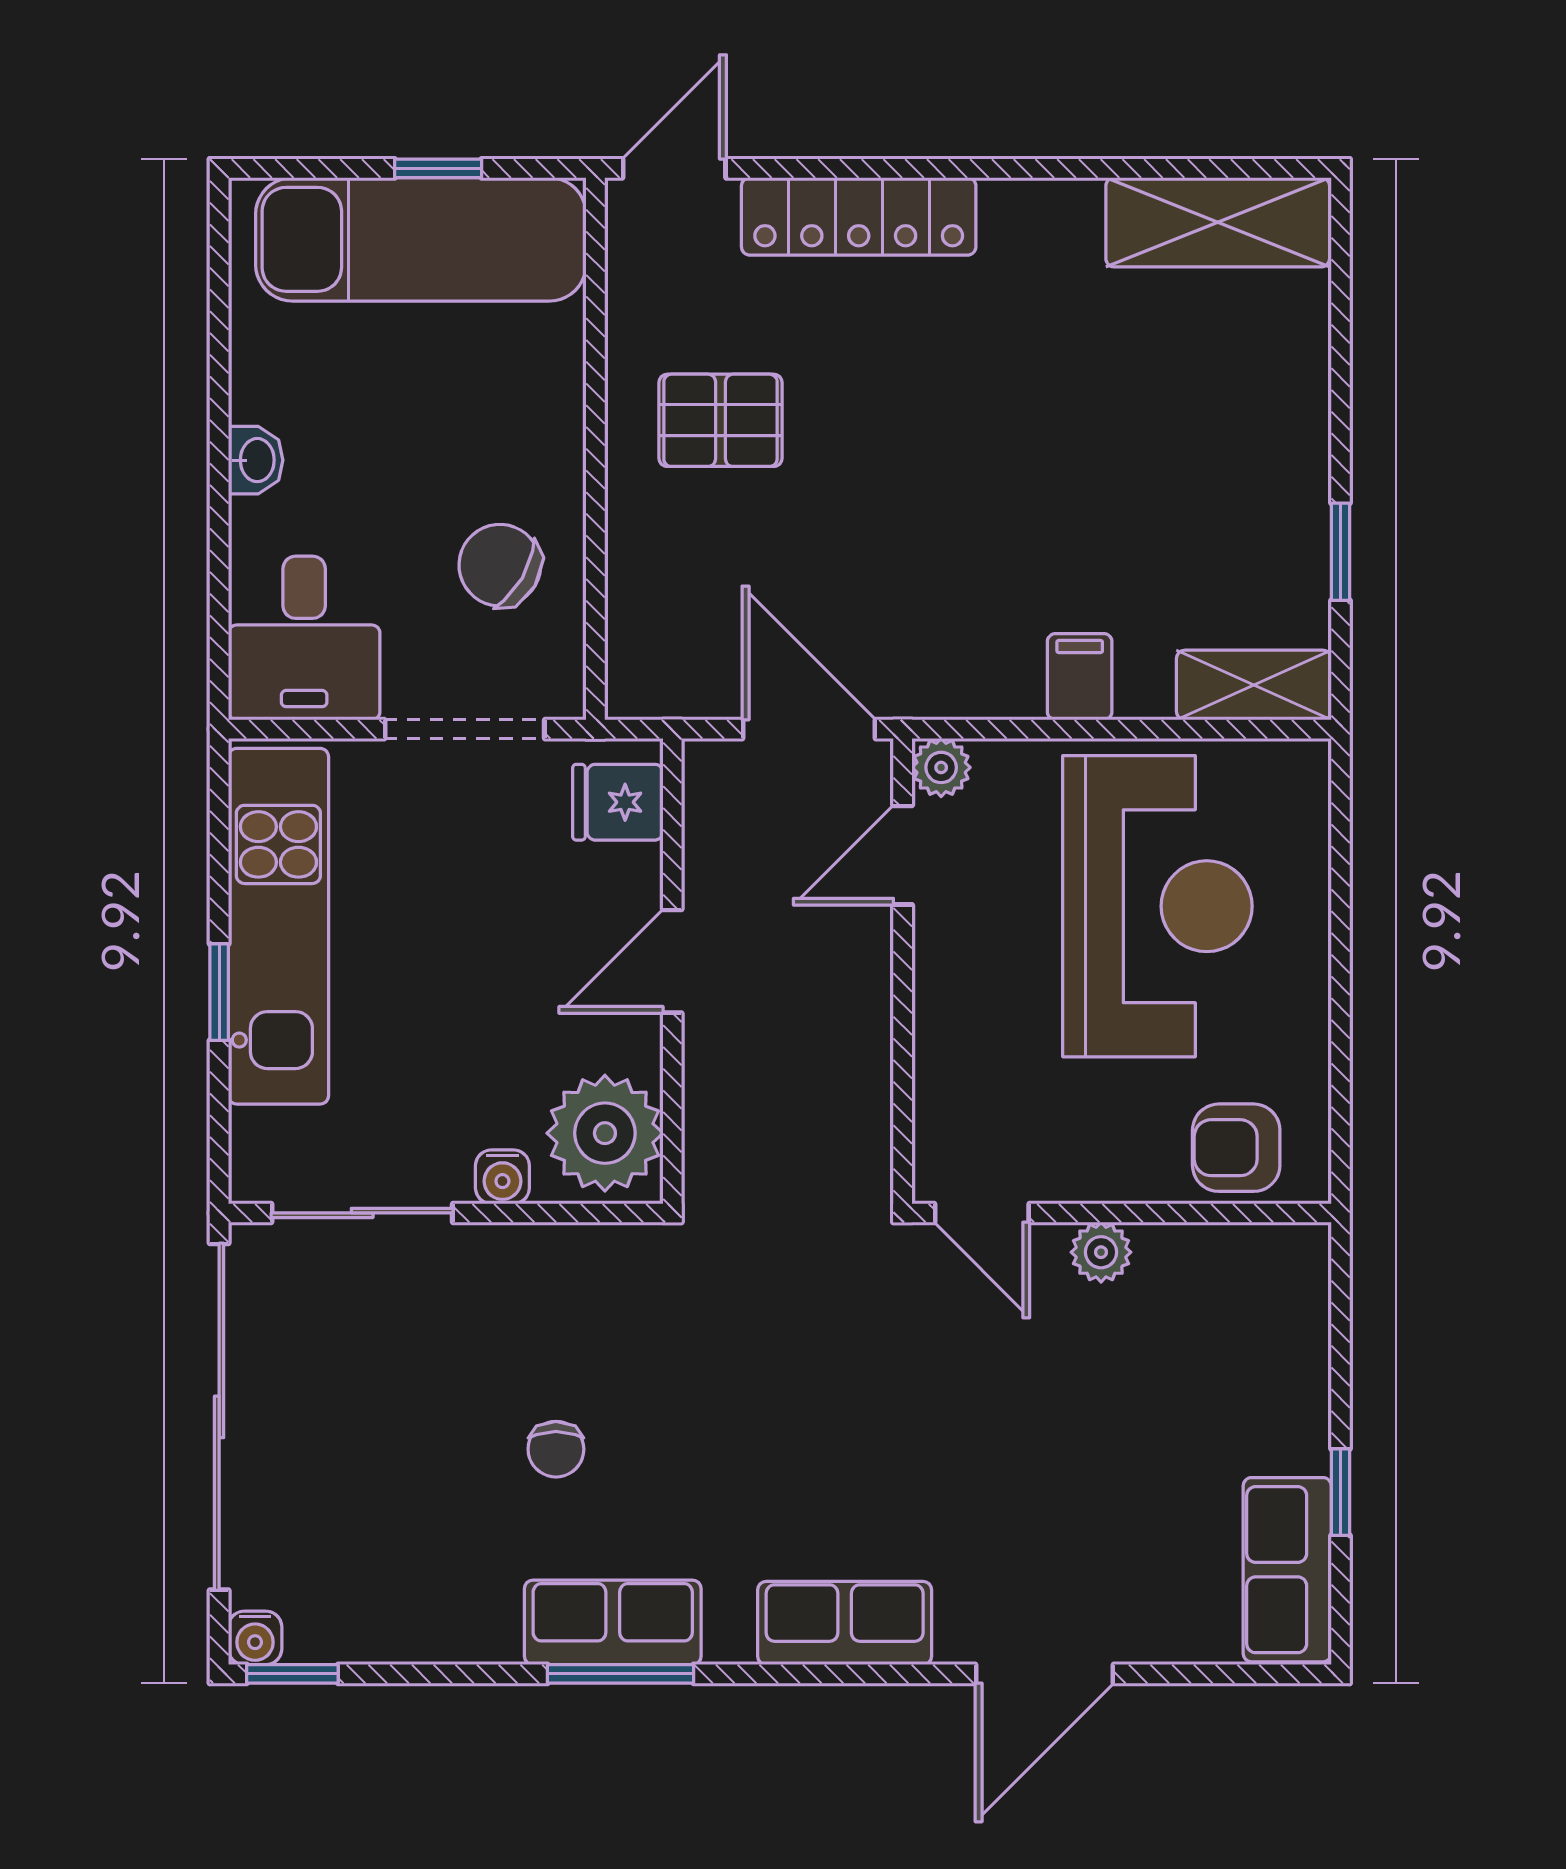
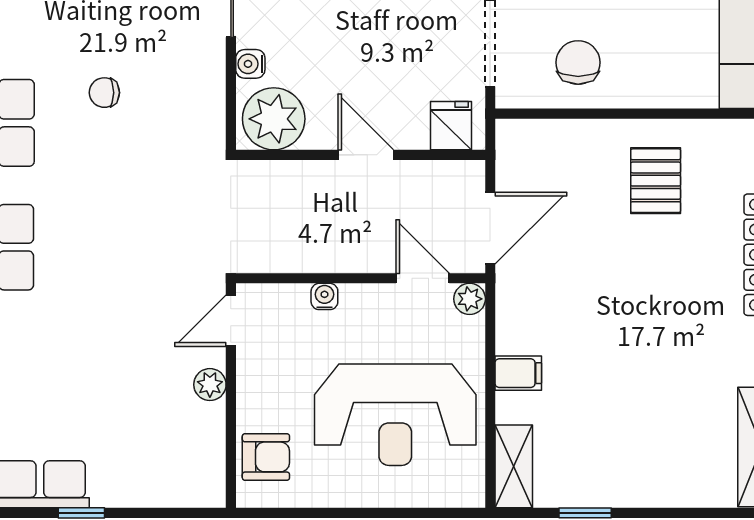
chair: (500, 565) -> (578, 62), turned -30
water cooler: (937, 1038) -> (324, 296), added
armchair: (1236, 1148) -> (266, 457), turned 90

